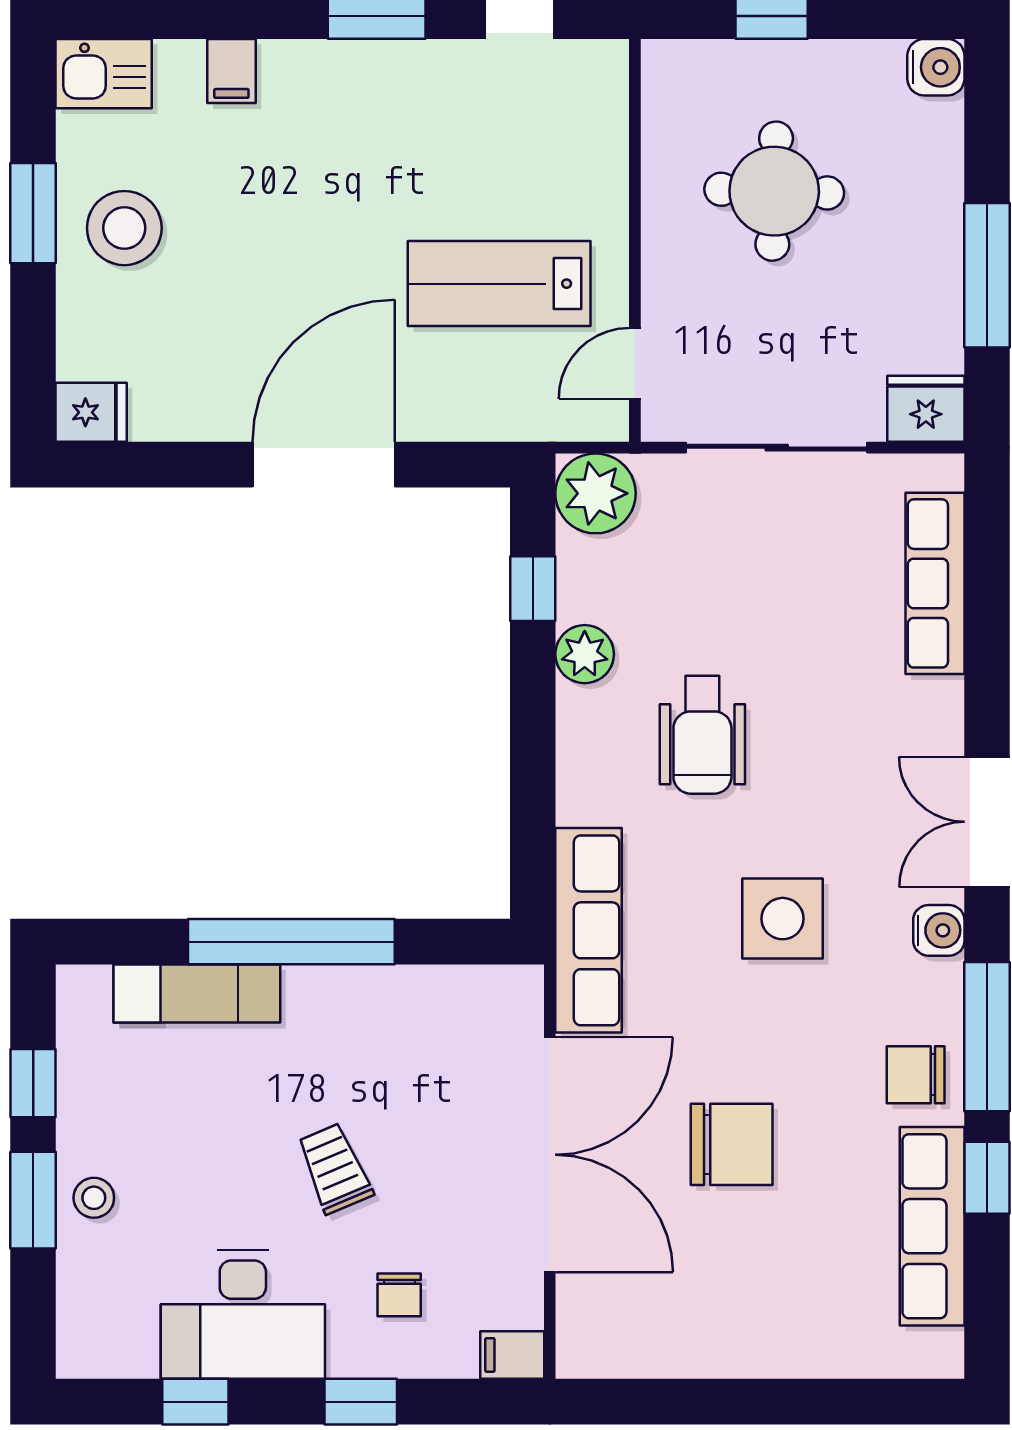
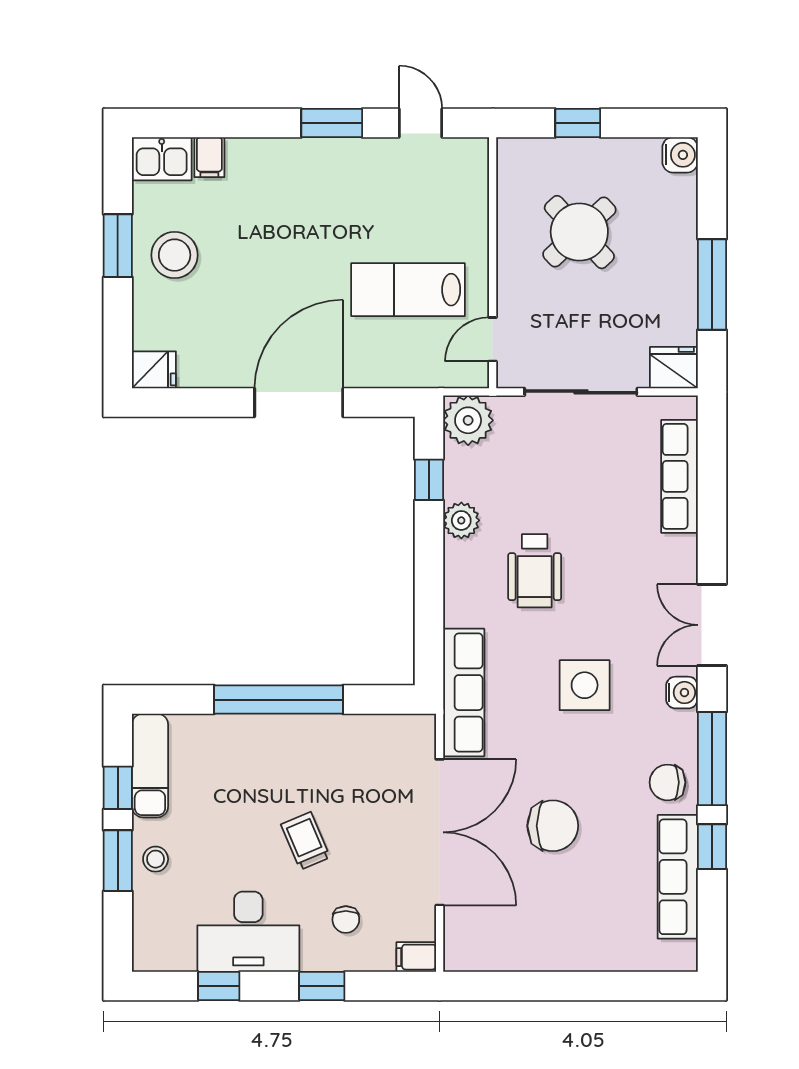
filing cabinet: (231, 71) -> (209, 157), moved
round table: (774, 191) -> (579, 232), turned 45
exam couch: (197, 993) -> (150, 765), moved, turned -90

